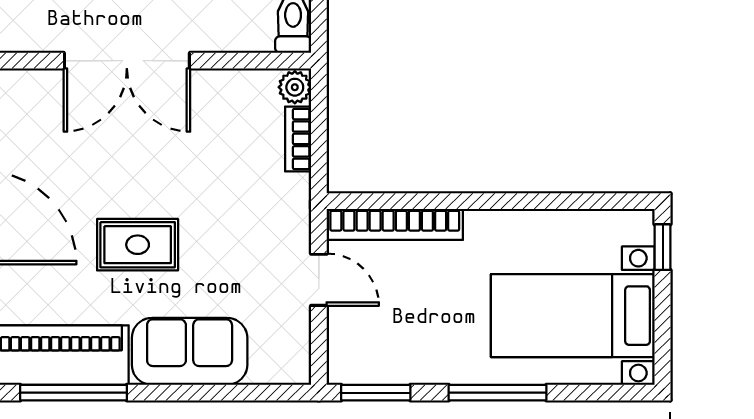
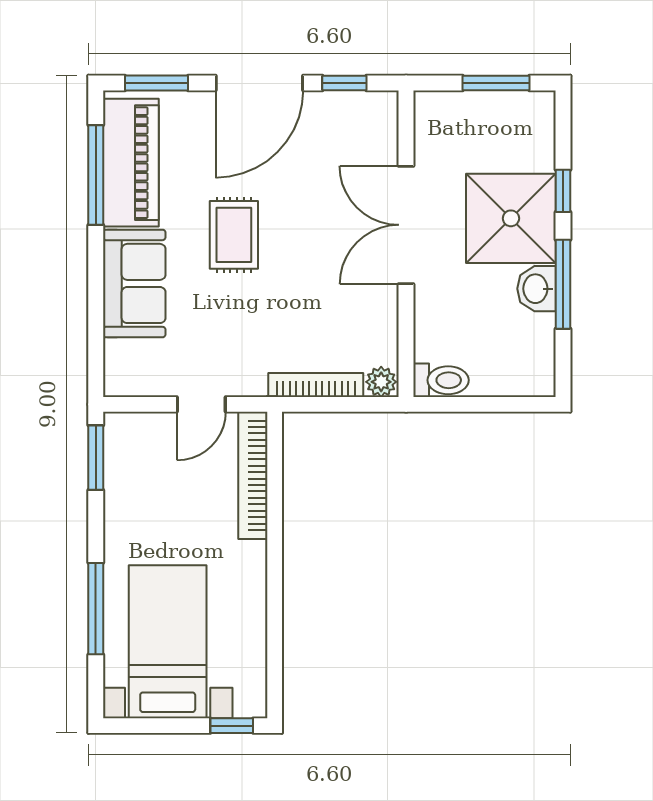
bookcase: (298, 139) -> (316, 385), width x1.56
window: (497, 393) -> (96, 609), moved

